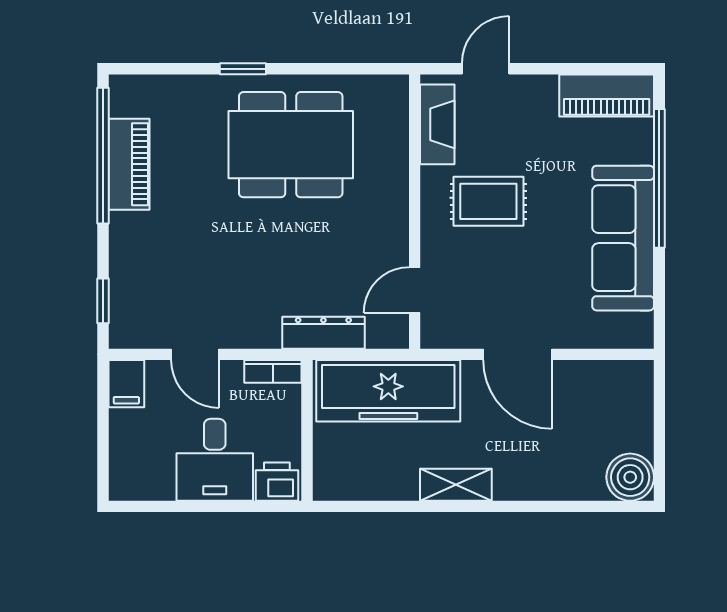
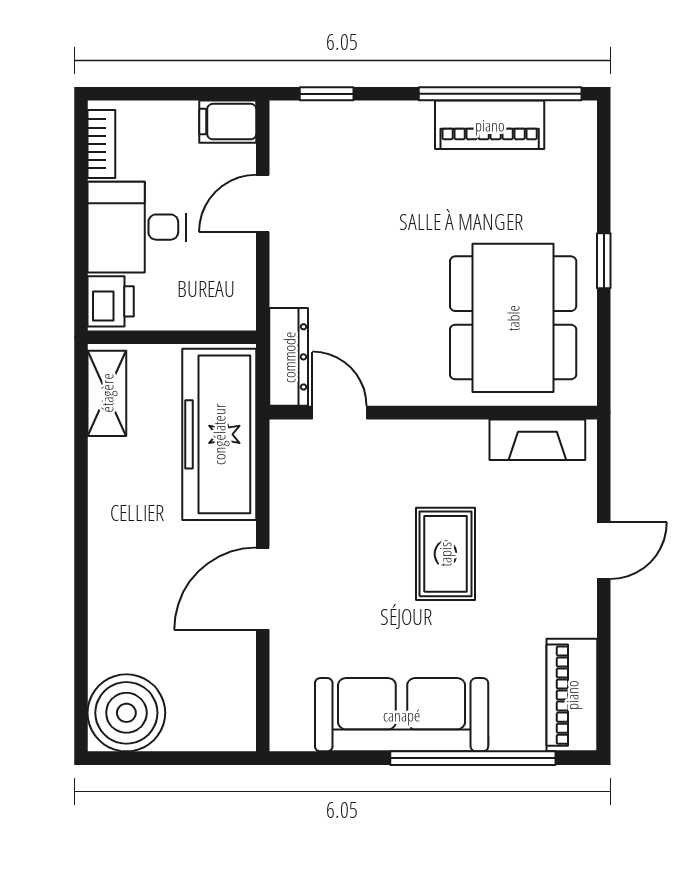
door: (486, 69) -> (604, 551), hinge flipped
fireplace: (437, 124) -> (537, 440), moved
wall: (415, 212) -> (433, 413), moved
door: (415, 290) -> (340, 413), moved
bookcase: (273, 371) -> (101, 144), moved, turned 180
boiler: (630, 477) -> (126, 713), width x1.37, depth x1.37
shelving: (456, 485) -> (107, 393), moved

